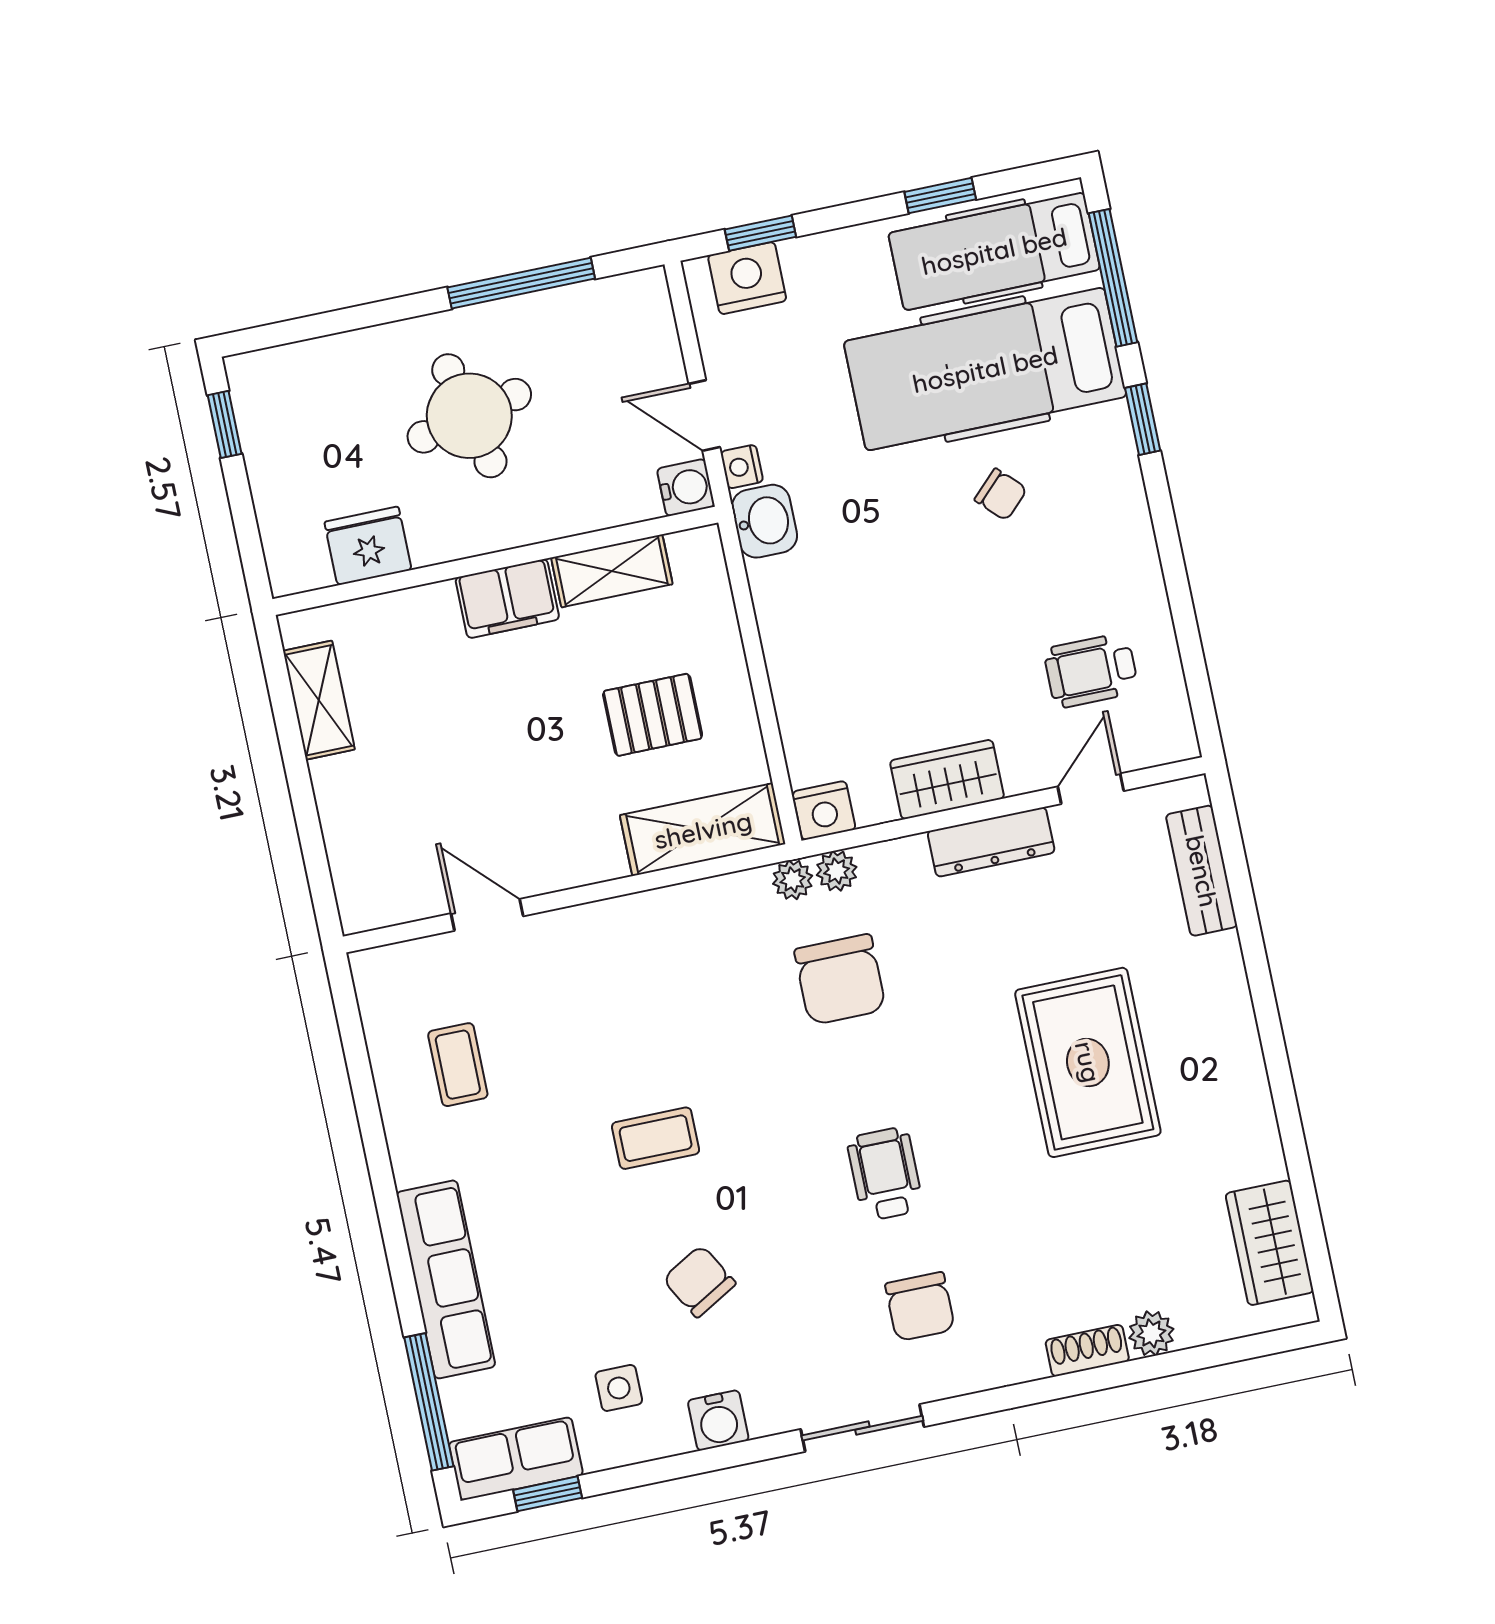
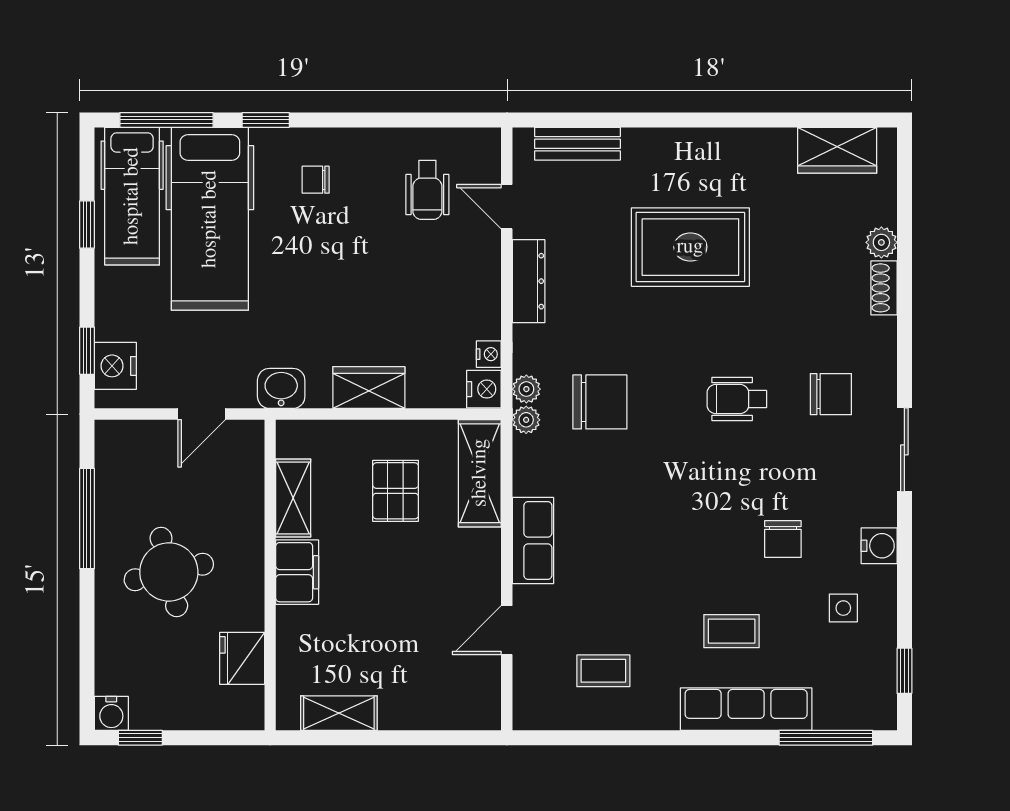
nightstand: (742, 467) -> (489, 354), moved, turned -90
water cooler: (686, 488) -> (111, 713), moved, turned 180
chair: (1001, 494) -> (316, 180), moved, turned -135
wardrobe: (947, 779) -> (369, 388), moved, turned 90
coffee table: (656, 1138) -> (732, 631), moved, turned 90
chair: (699, 1281) -> (783, 539), turned -60
row of seats: (516, 1459) -> (533, 540), moved, turned 180

